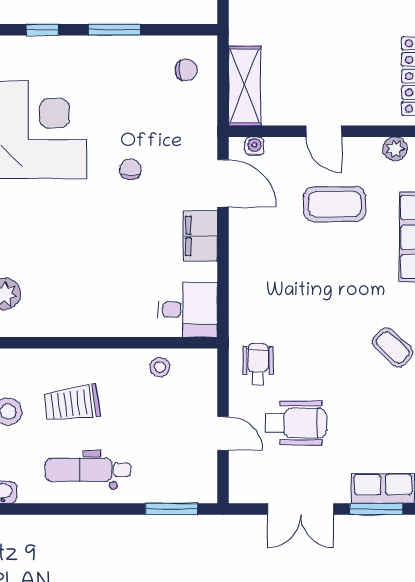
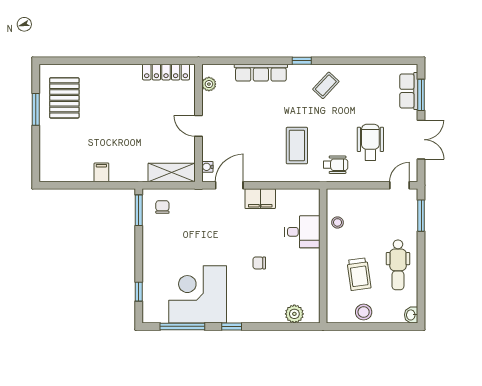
window: (115, 30) -> (139, 210), moved
door: (324, 131) -> (199, 126), swing flipped
chair: (130, 169) -> (259, 263), moved
coffee table: (335, 204) -> (297, 146), moved
desk: (188, 310) -> (302, 232), moved, turned 90
wheelchair: (258, 364) -> (336, 165), turned 180
door: (223, 433) -> (399, 185), moved

